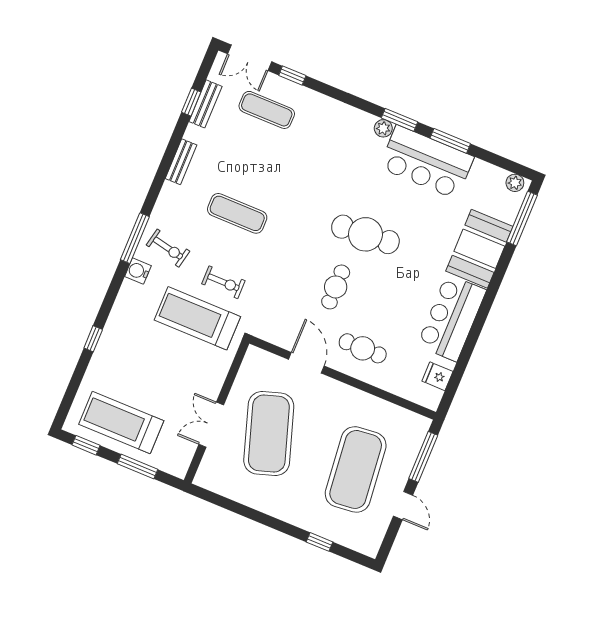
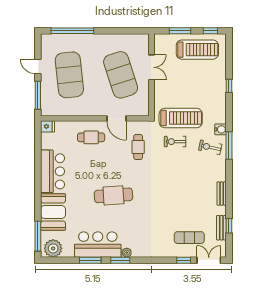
plant: (515, 183) -> (53, 248), width x1.87, depth x1.87
exercise mat: (237, 213) -> (183, 179), removed
cafe table: (336, 287) -> (138, 147), moved
fridge: (437, 376) -> (48, 126), moved
window: (320, 542) -> (72, 31), width x3.17

